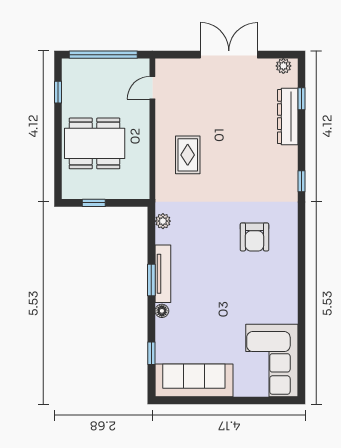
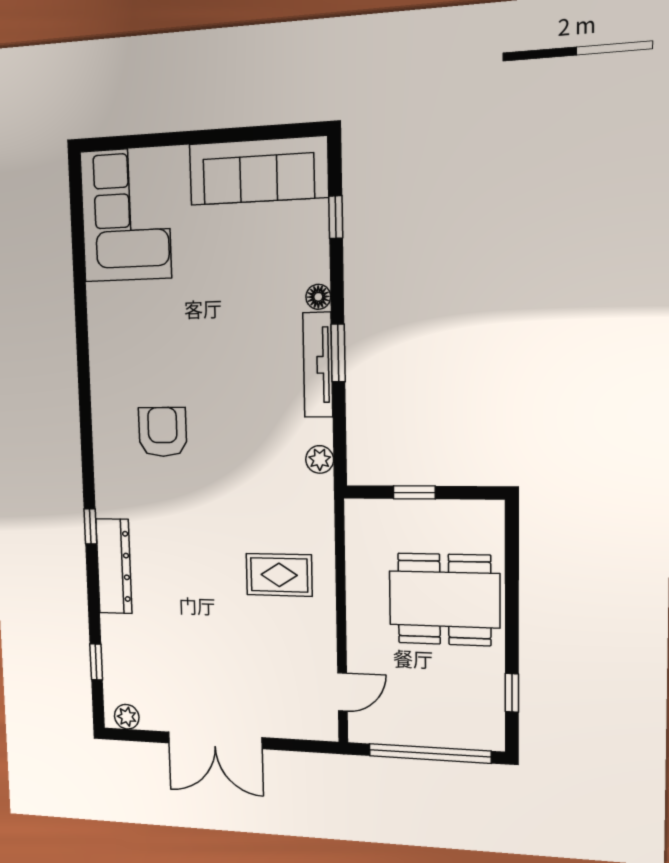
dresser: (288, 117) -> (114, 566), moved
rug: (188, 155) -> (279, 575), turned 90
window: (94, 203) -> (414, 492), moved

